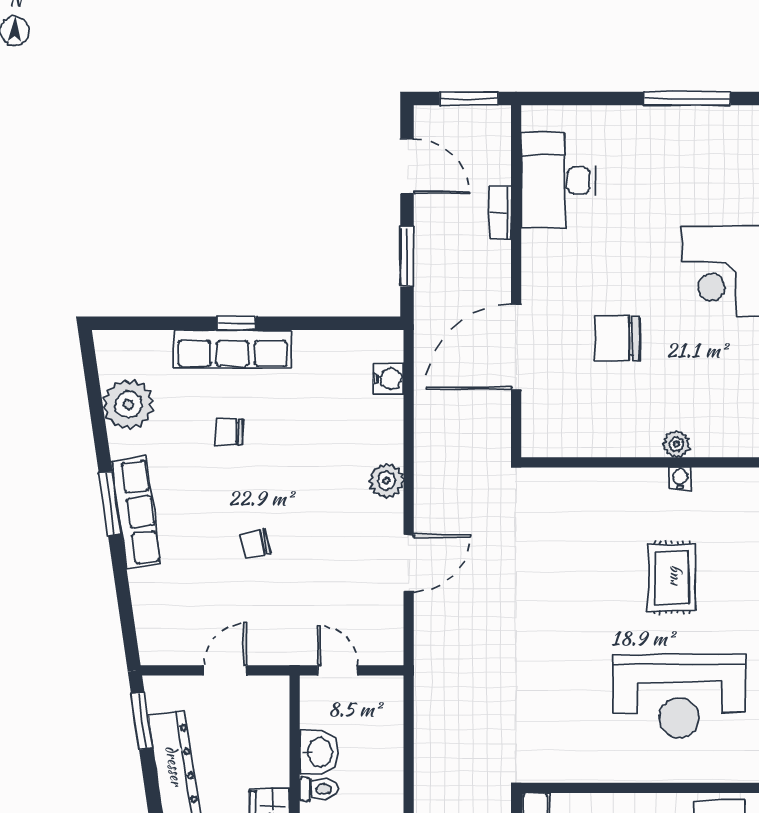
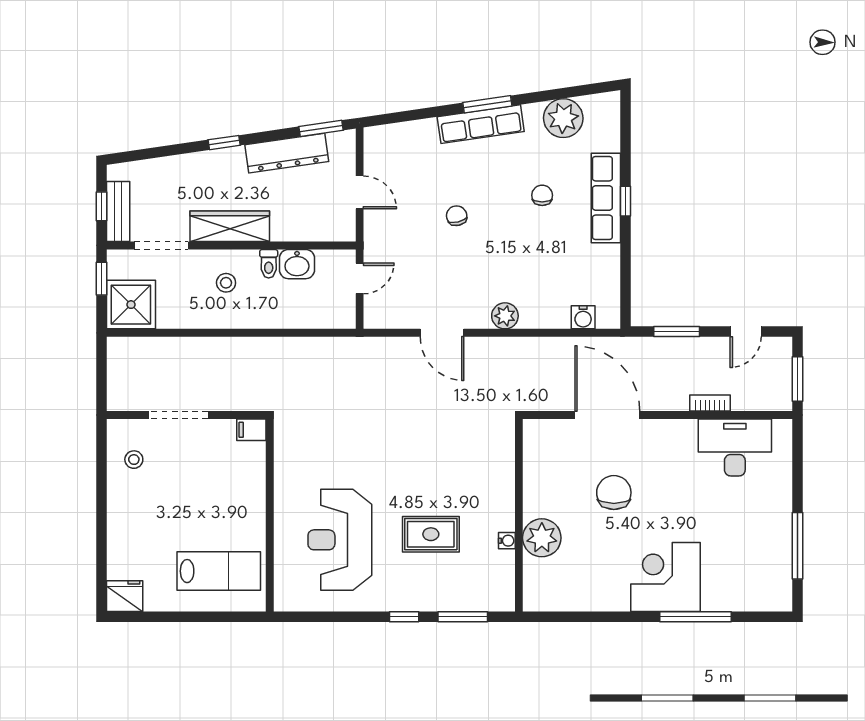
door: (407, 166) -> (746, 332), width x0.73
plant: (676, 444) -> (542, 538), width x1.88, depth x1.88

